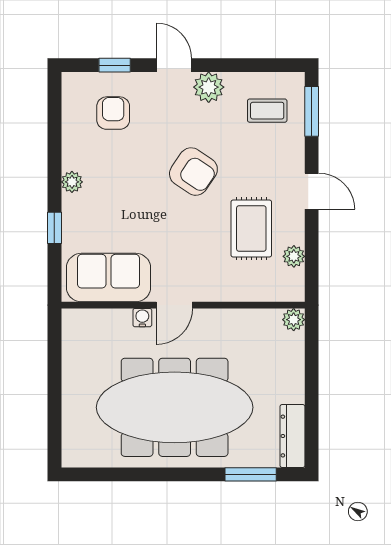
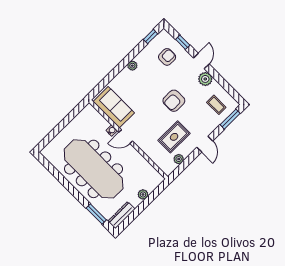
armchair: (193, 172) -> (174, 101), turned 56
window: (54, 228) -> (150, 37), moved
plant: (294, 320) -> (143, 194), moved

